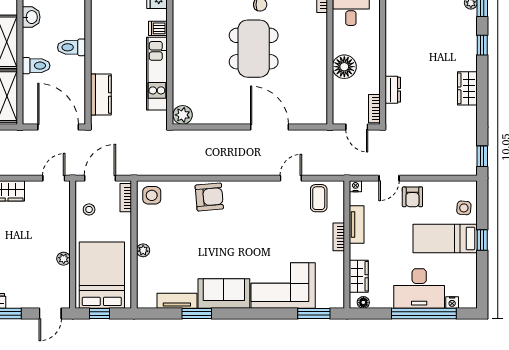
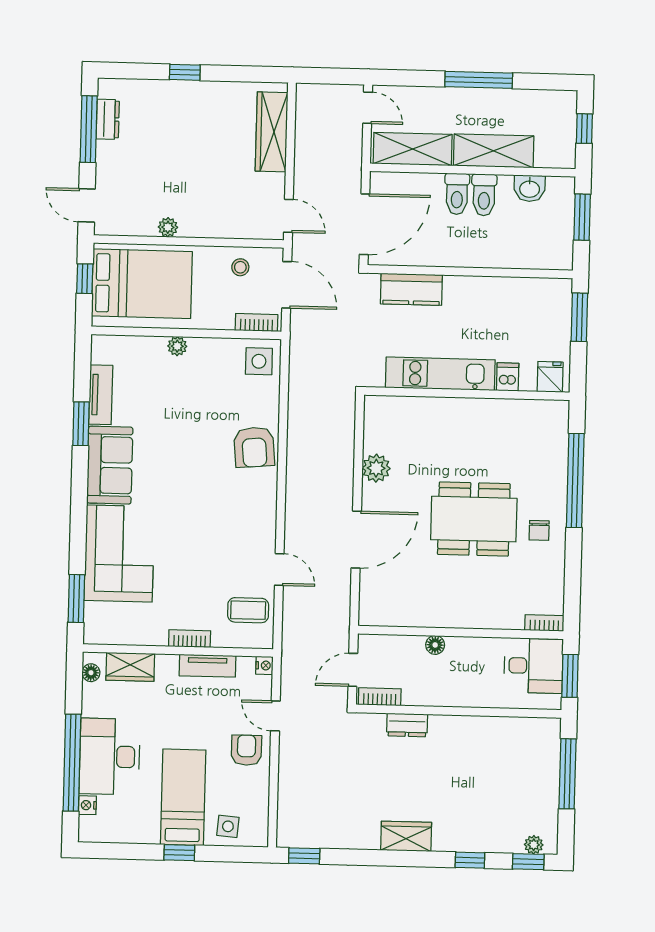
toilet: (72, 47) -> (484, 195), moved, turned 180
floor lamp: (344, 67) -> (435, 645), width x0.53, depth x0.53
plant: (183, 115) -> (376, 468), moved
armchair: (412, 197) -> (246, 750), turned 90

